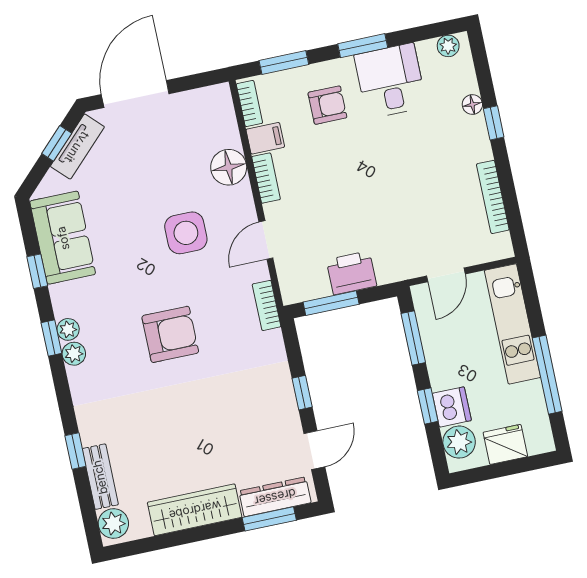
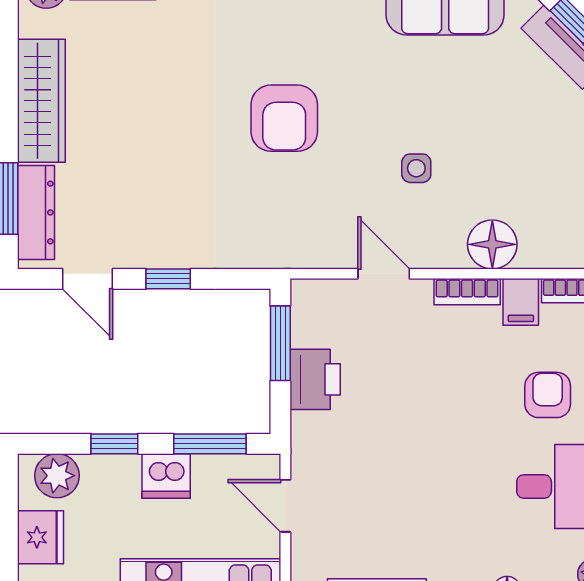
armchair: (327, 105) -> (548, 395), turned 180
side table: (186, 233) -> (416, 168), width x0.54, depth x0.54
bookcase: (267, 305) -> (296, 256), removed
dishwasher: (452, 407) -> (166, 476), moved

